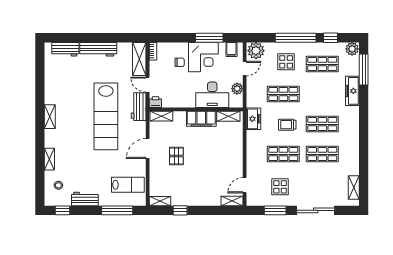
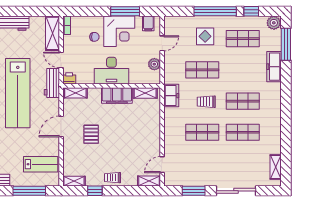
plant: (256, 51) -> (174, 25), removed
desk: (212, 95) -> (111, 71), moved
display table: (280, 187) -> (199, 166), removed
trolley: (197, 198) -> (112, 178), added

